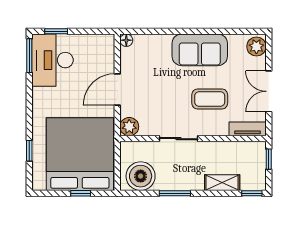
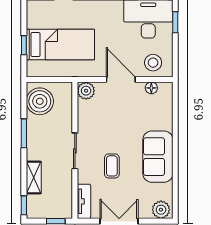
floor lamp: (126, 40) -> (151, 88), moved
stool: (99, 55) -> (153, 63), added
coffee table: (210, 99) -> (112, 166), width x0.73, depth x0.77
sliding door: (179, 139) -> (75, 151), moved
bed: (80, 154) -> (60, 45), width x0.49

